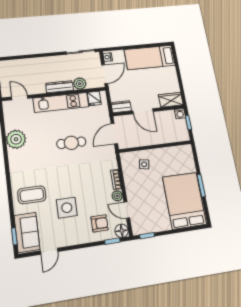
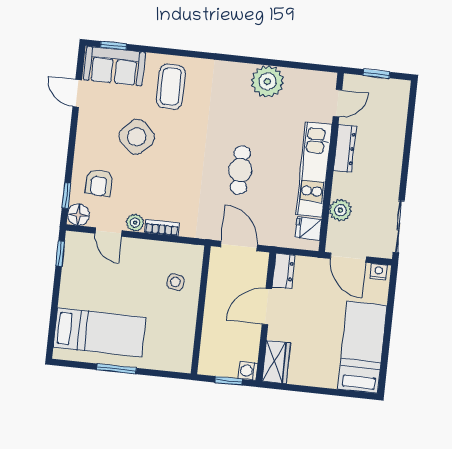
dresser: (59, 87) -> (345, 148), moved
bed: (184, 201) -> (99, 332), width x0.67
side table: (67, 208) -> (137, 137), turned 45
door: (127, 210) -> (109, 232), swing flipped

